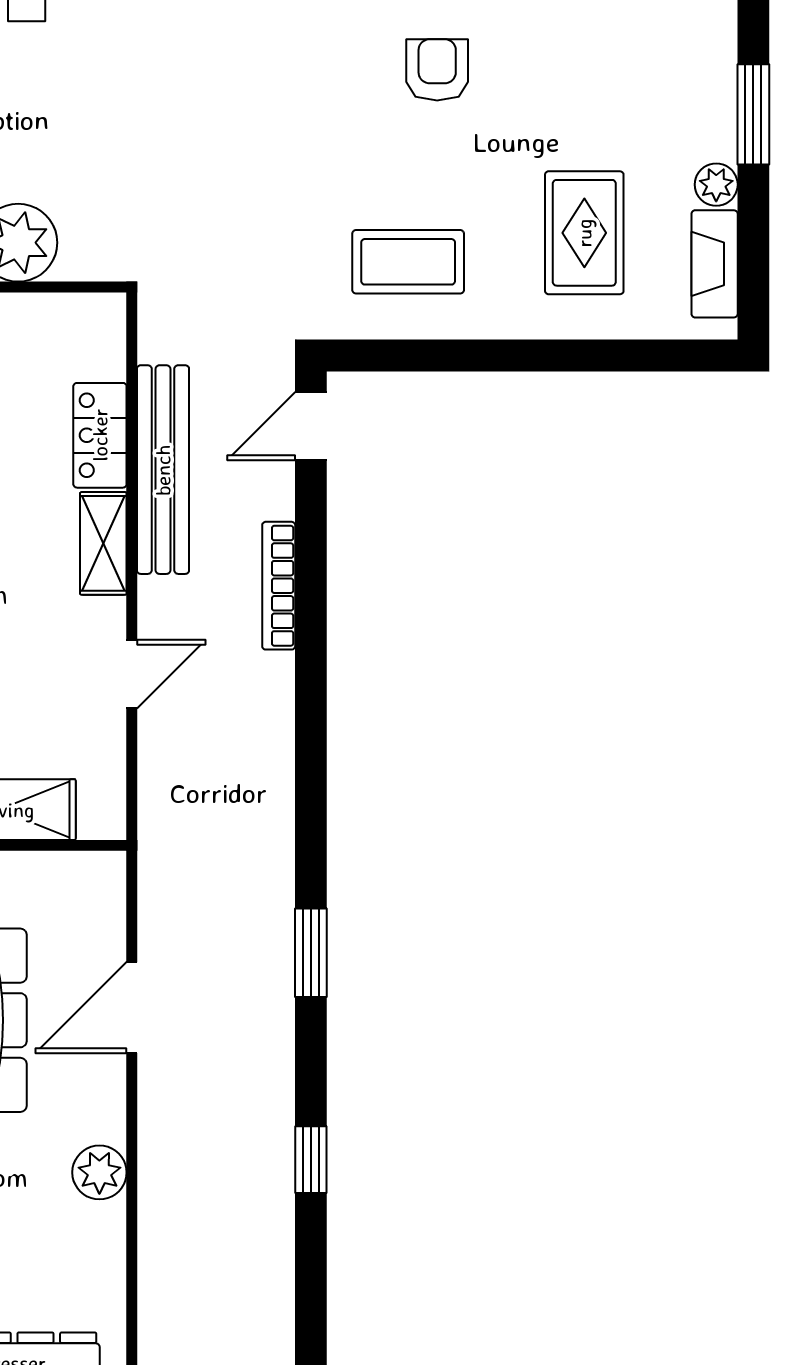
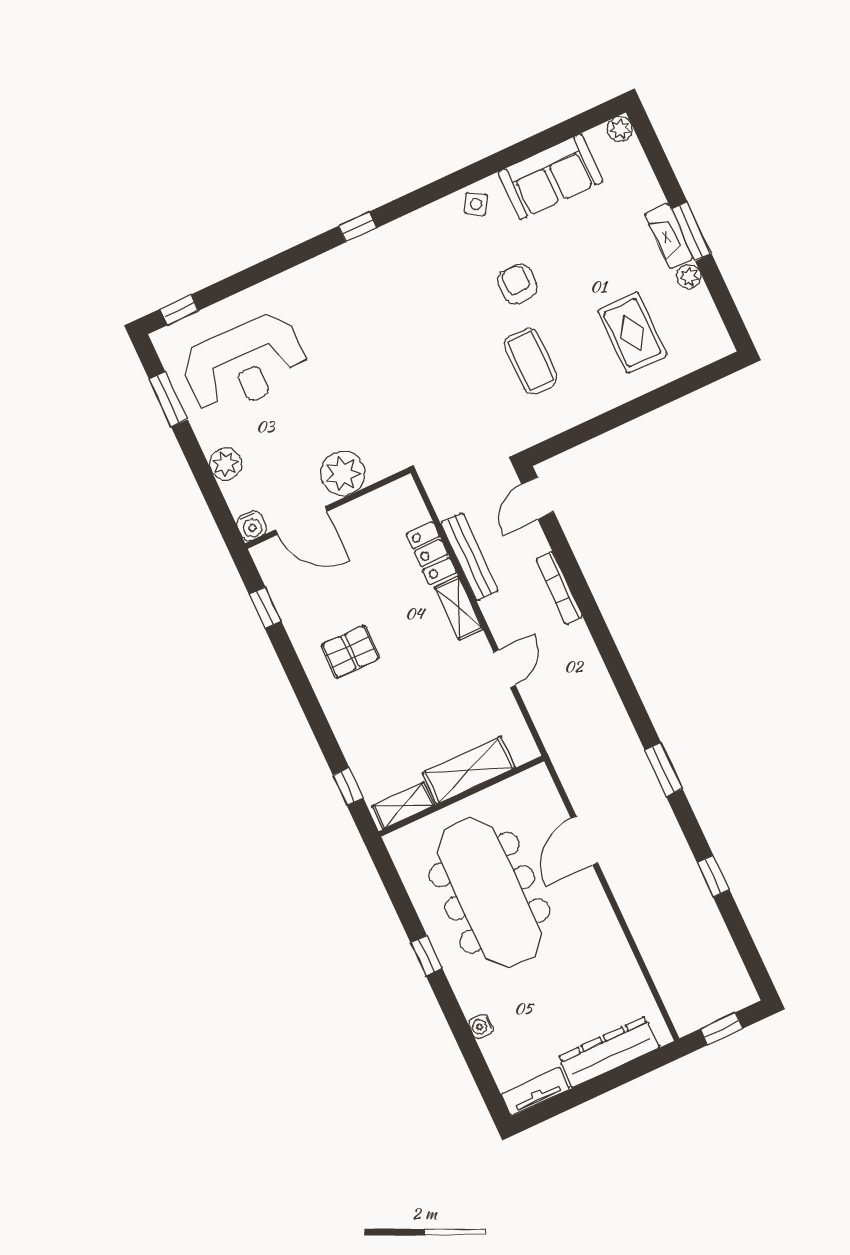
coffee table: (408, 262) -> (531, 361), moved, turned 90
fireplace: (715, 264) -> (669, 236), moved
bench: (163, 470) -> (469, 557), width x0.73, depth x0.82
plant: (99, 1172) -> (607, 933), removed

